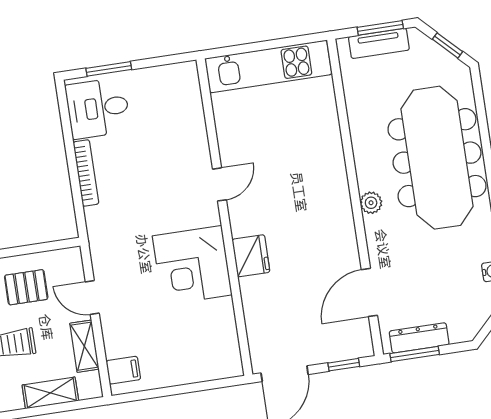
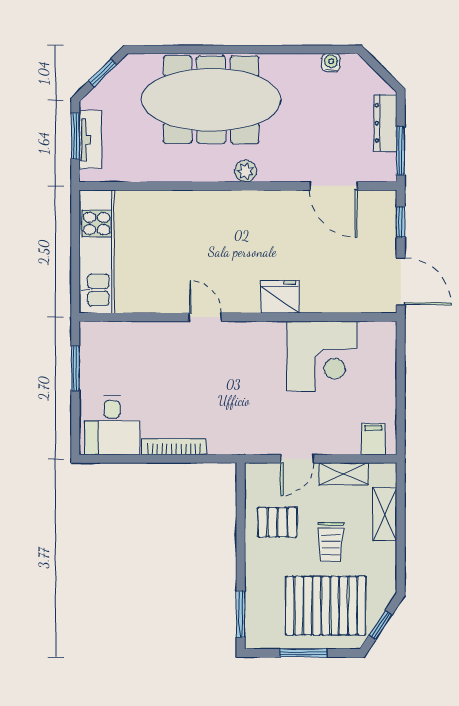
window: (109, 69) -> (75, 368), moved
corner desk: (192, 265) -> (322, 356), moved
pallet: (26, 287) -> (277, 522), turned 90
dresser: (419, 338) -> (385, 123), moved

